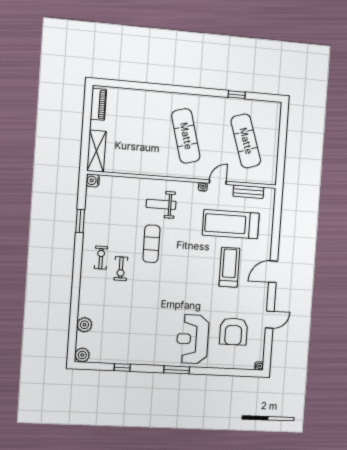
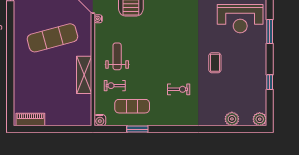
shelving: (96, 151) -> (84, 75), moved, turned 90
weight bench: (161, 204) -> (117, 56), turned 180
exercise mat: (151, 244) -> (132, 106), moved
exercise bike: (101, 258) -> (115, 86), moved
coffee table: (147, 310) -> (215, 63), added

